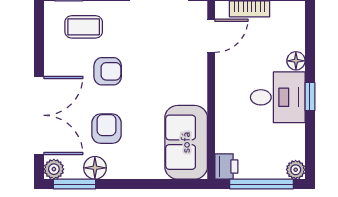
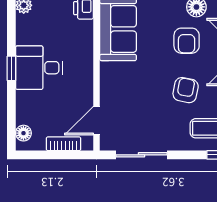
floor lamp: (296, 61) -> (23, 133), moved
armchair: (108, 71) -> (186, 90), turned 101

